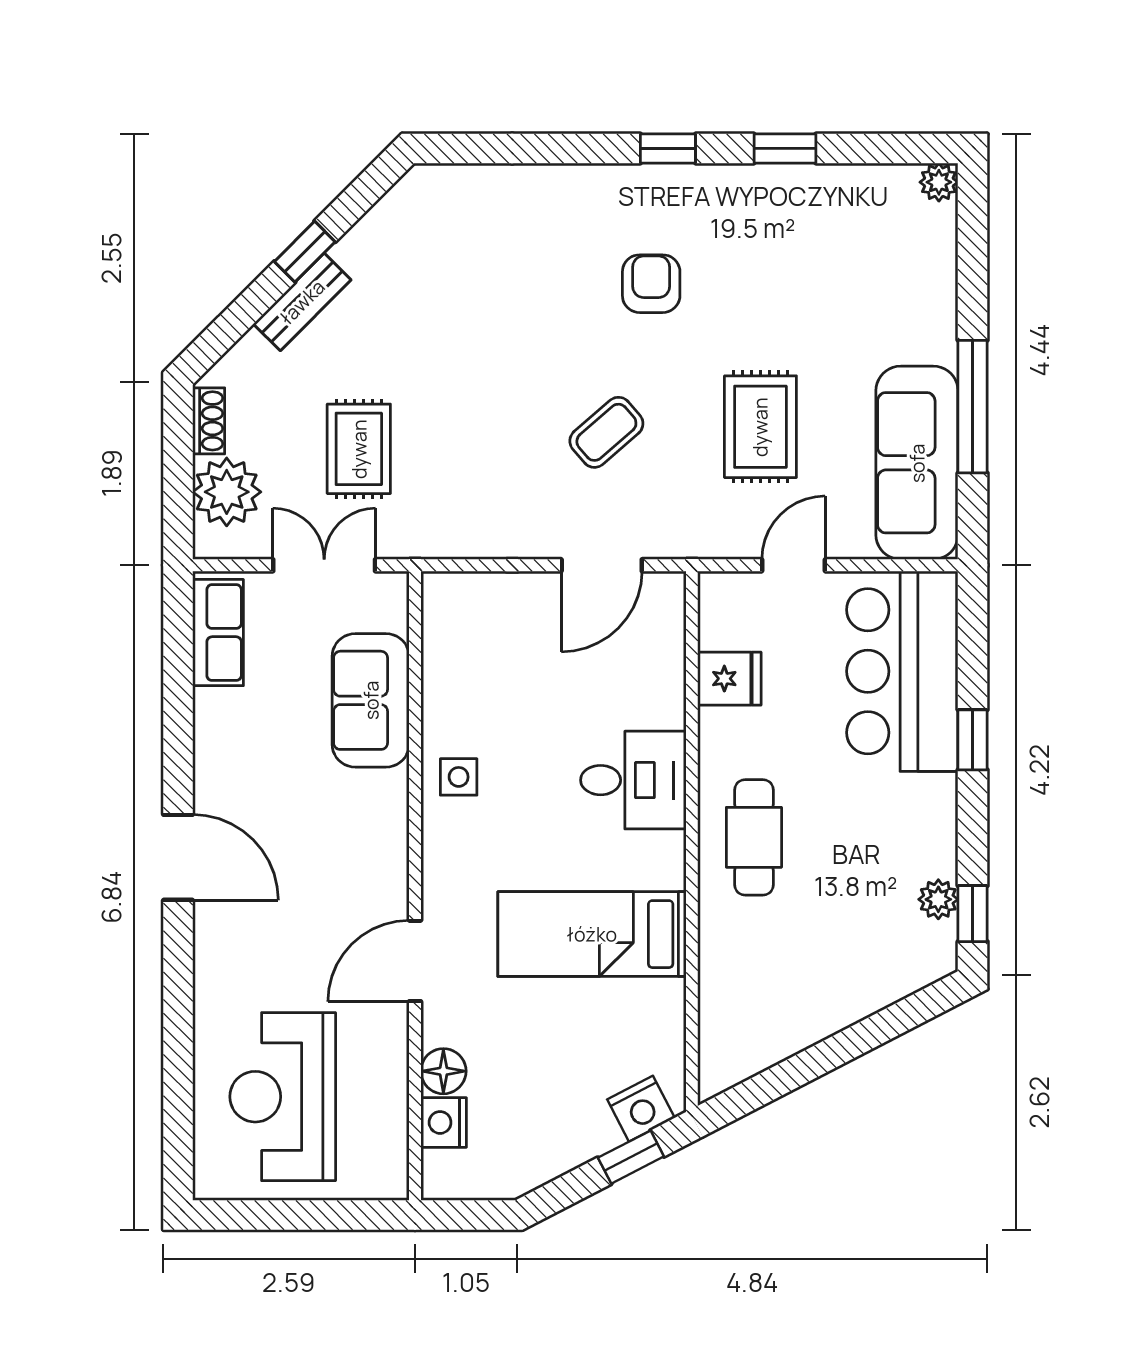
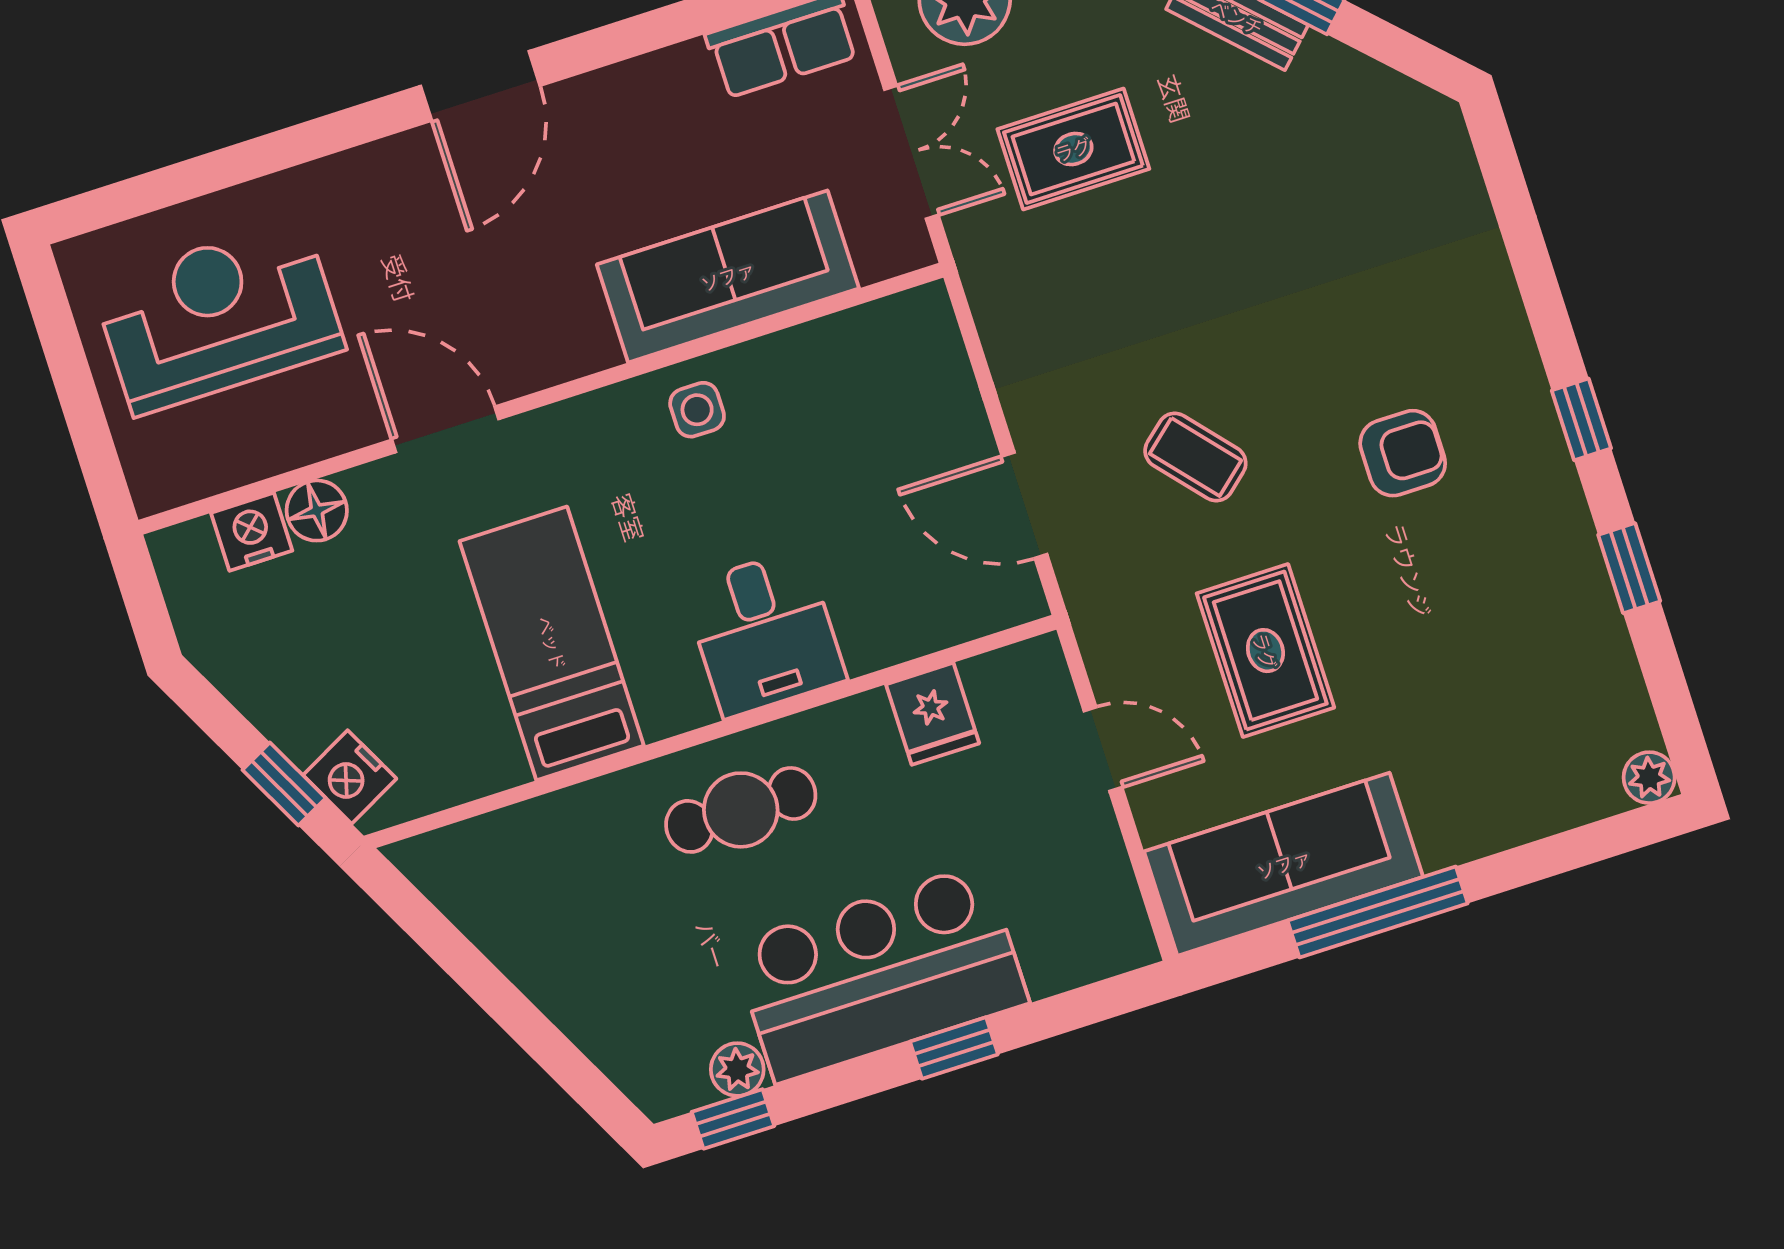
rug: (760, 427) -> (1265, 651), turned 90
bar counter: (902, 671) -> (880, 973), moved
sofa: (371, 700) -> (728, 276), width x1.36

